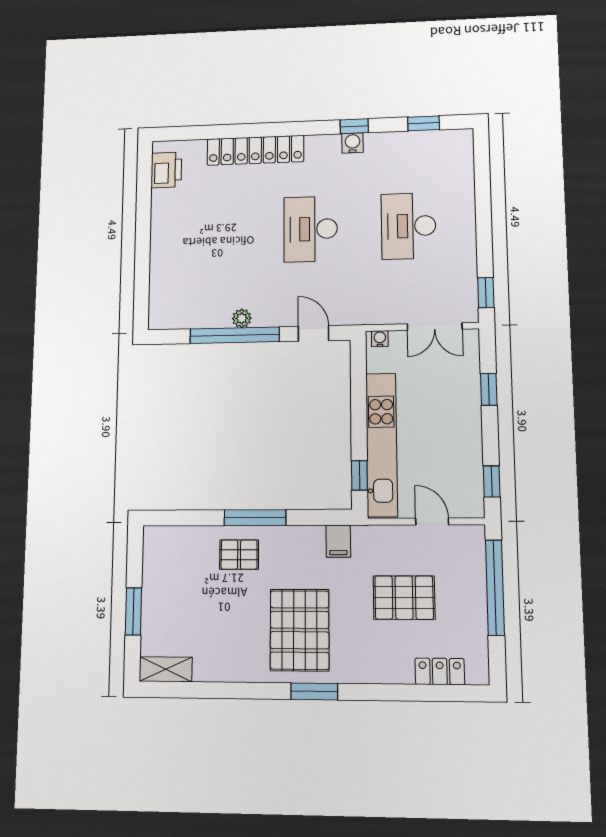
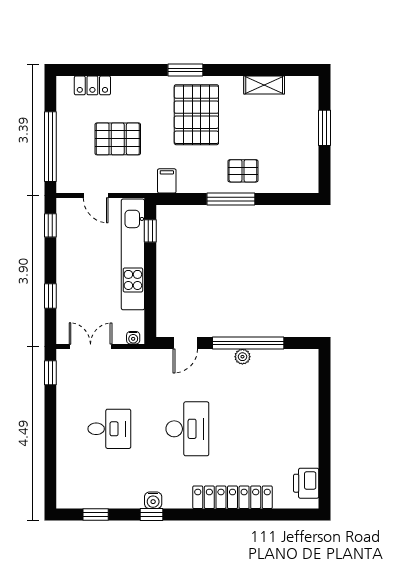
desk: (408, 226) -> (109, 429), width x0.73
door: (313, 334) -> (185, 343), hinge flipped
shelving: (166, 669) -> (264, 85), moved

